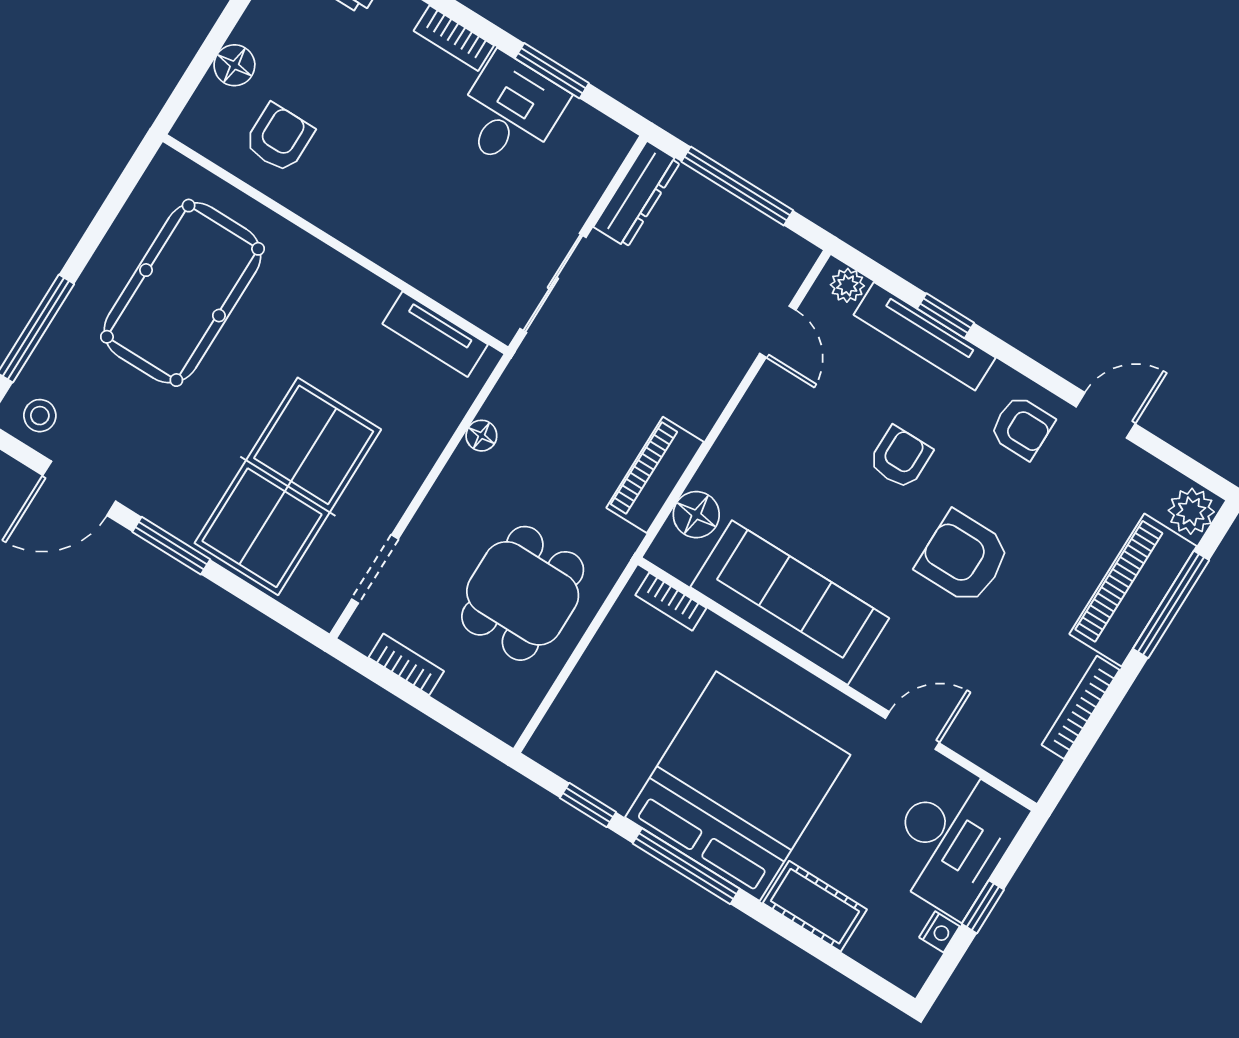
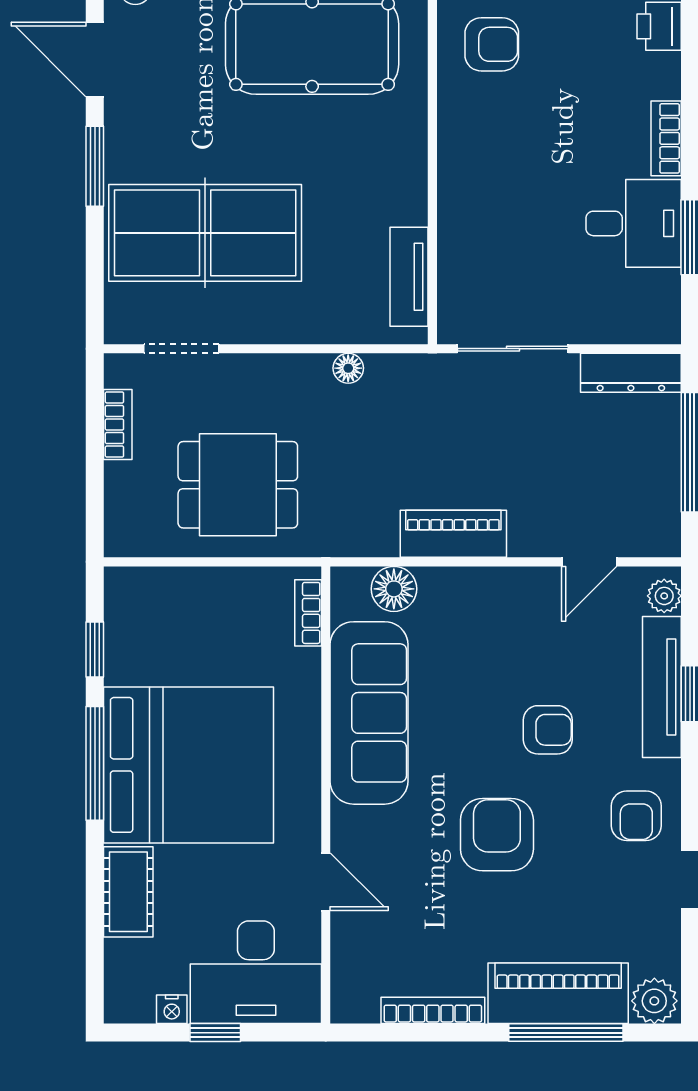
piano: (655, 475) -> (453, 534), moved

